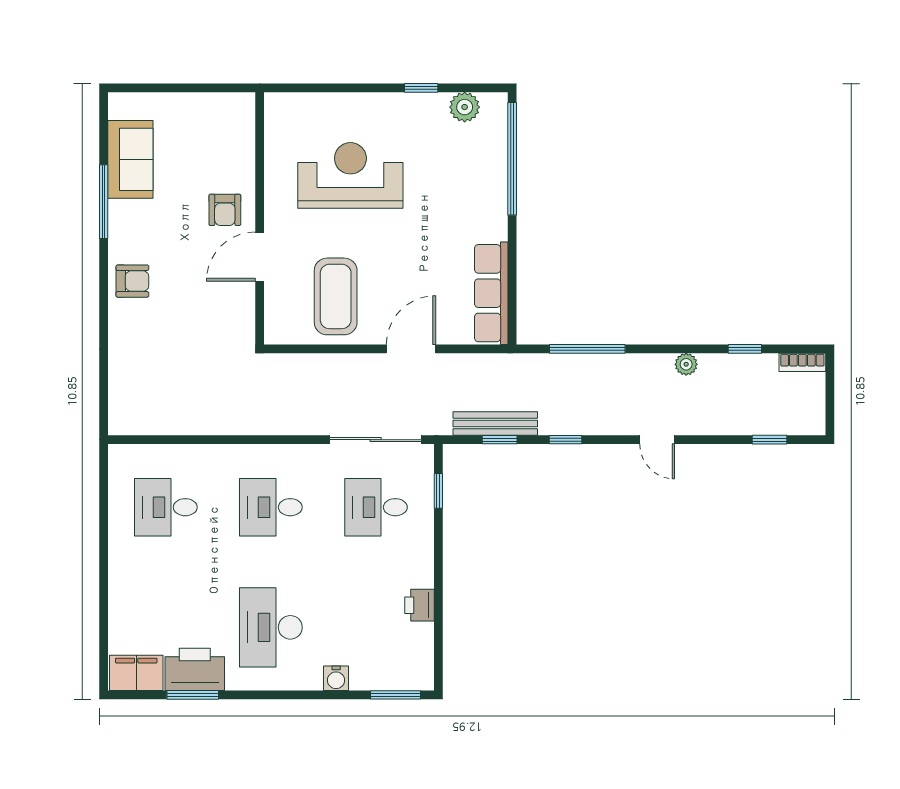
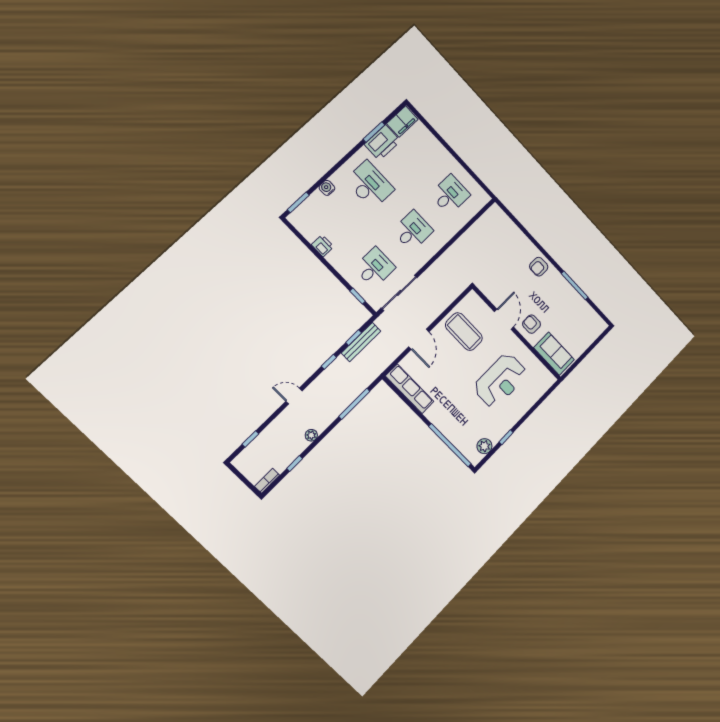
sofa: (130, 159) -> (554, 354), moved, turned 180

